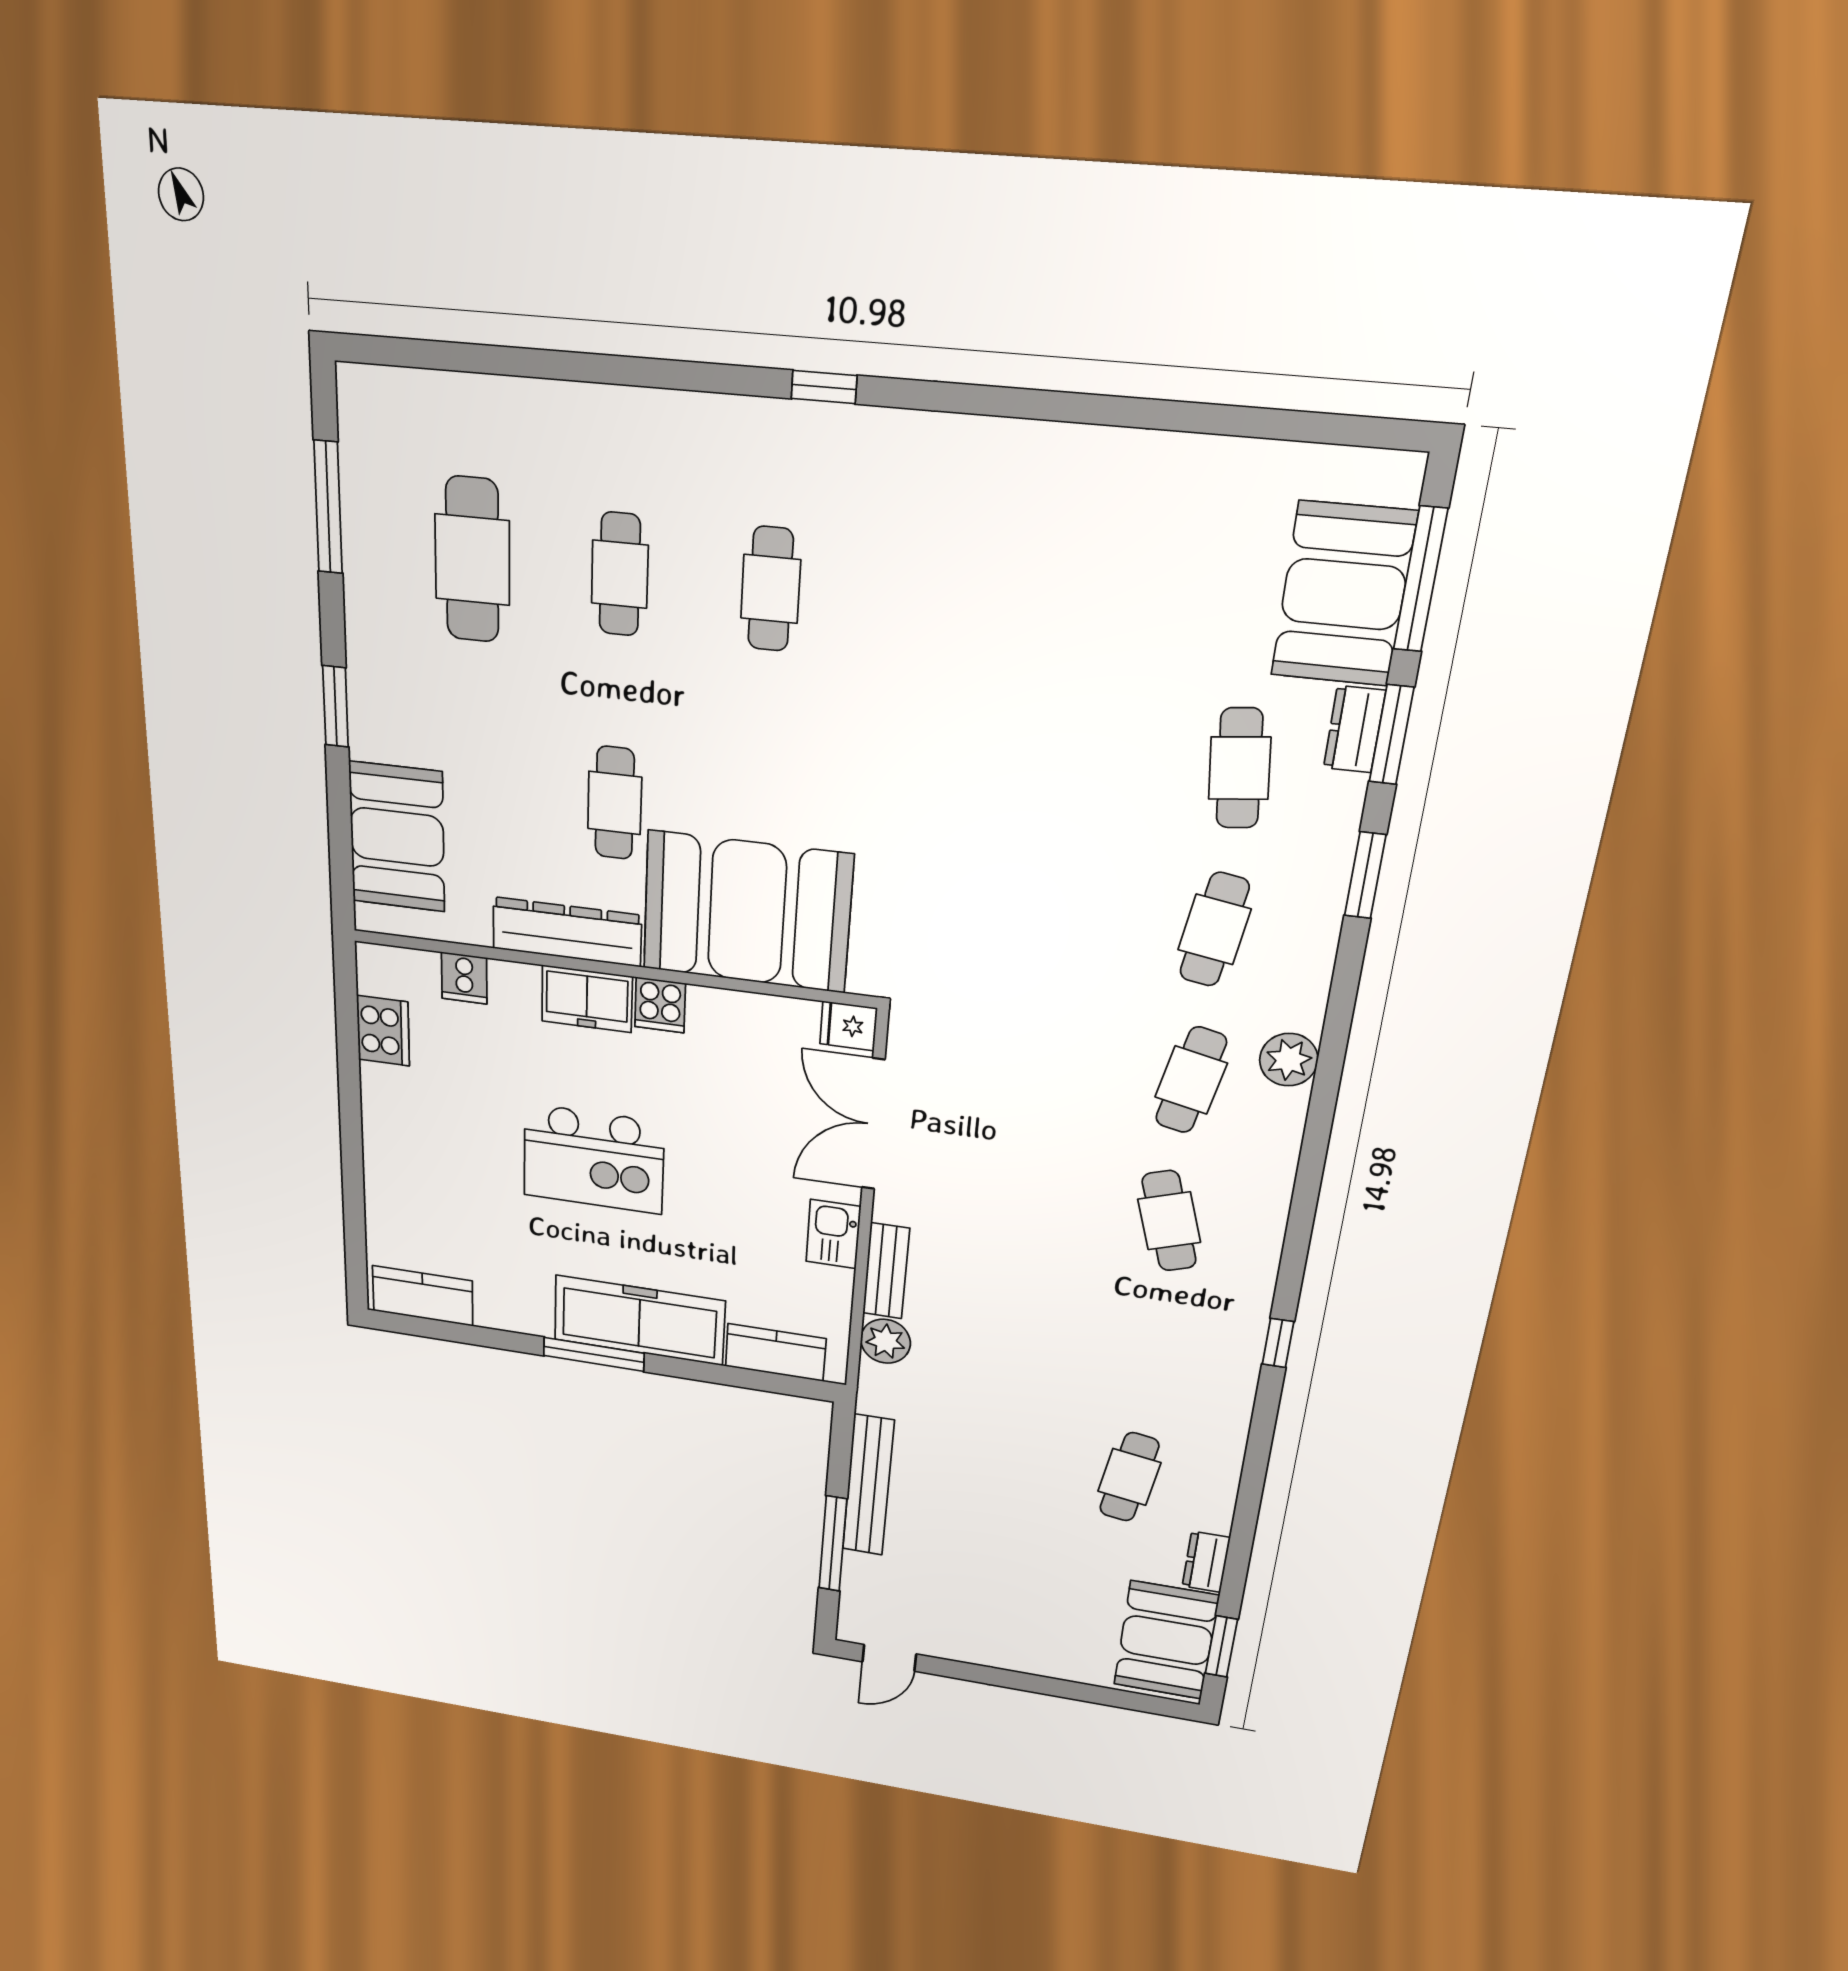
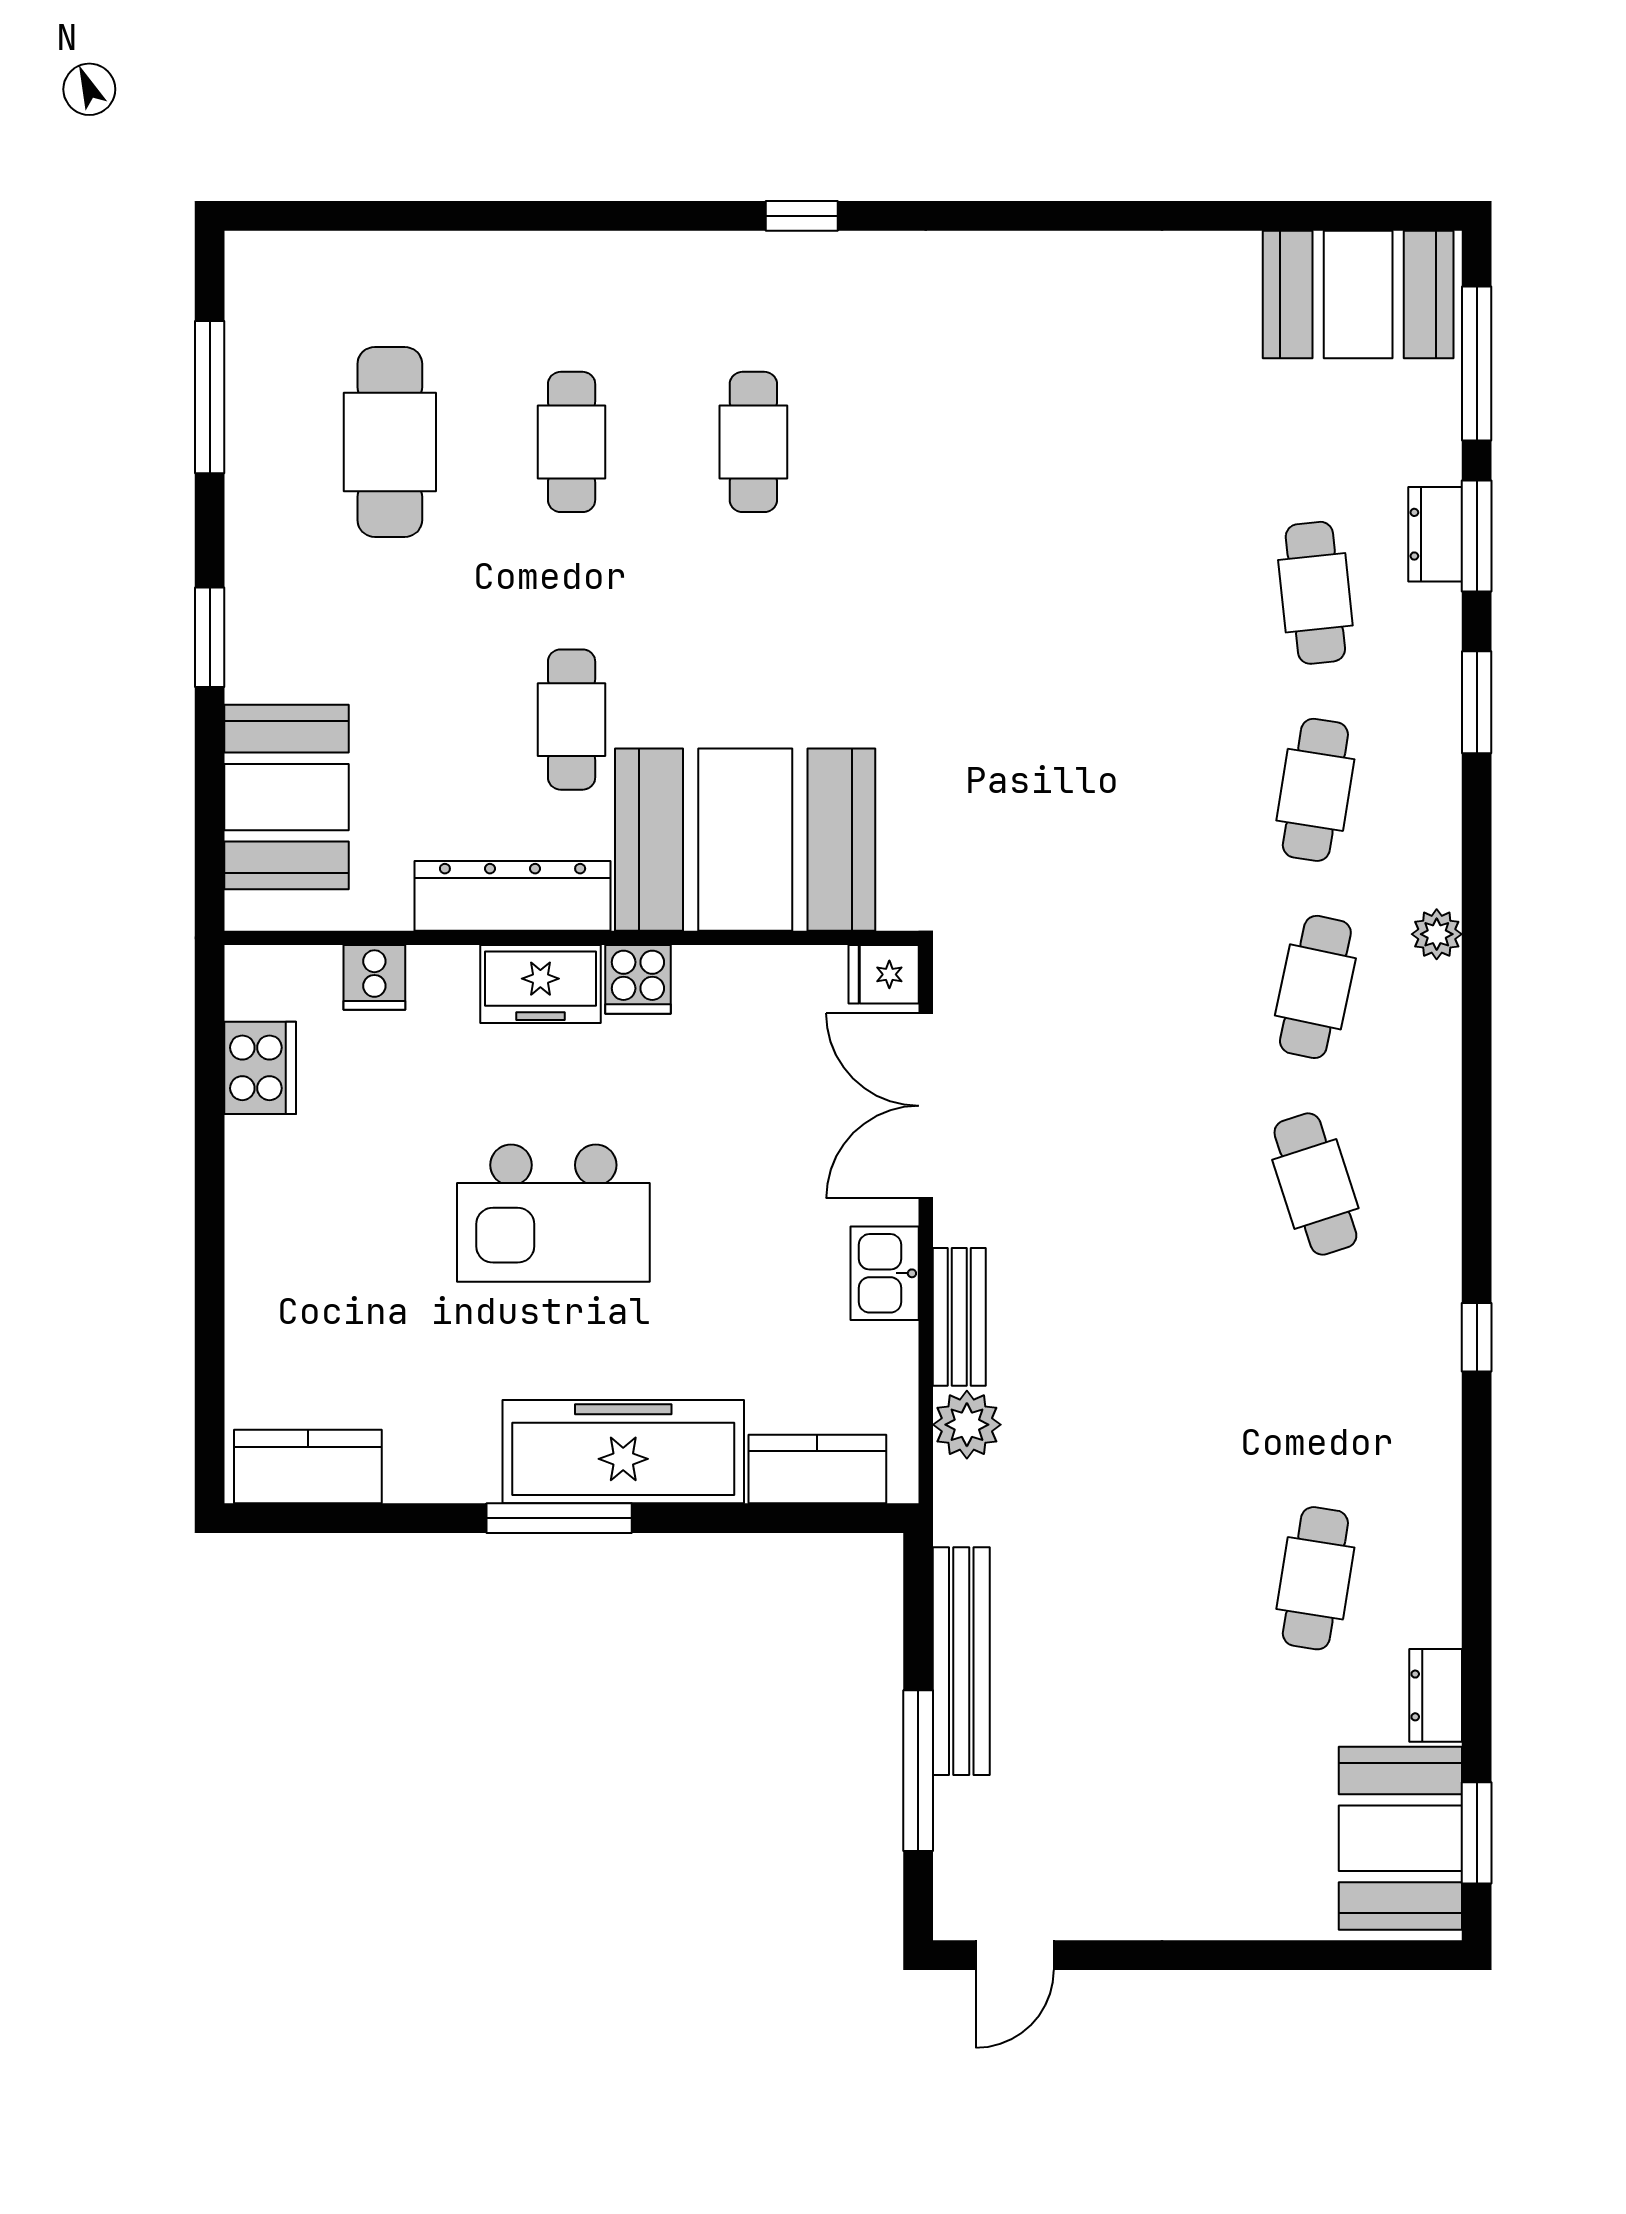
booth: (1343, 594) -> (1358, 295), moved, turned 90
plant: (1289, 1060) -> (1437, 934), width x0.73, depth x0.73

